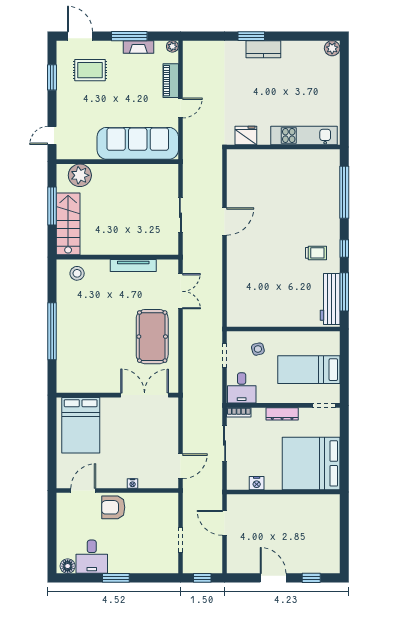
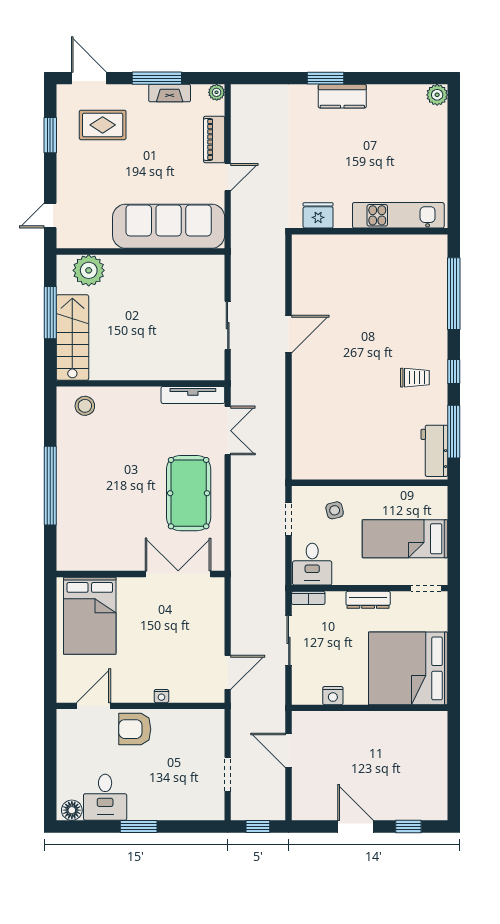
tv unit: (133, 266) -> (193, 395), moved
workbench: (330, 299) -> (434, 451), width x0.73

